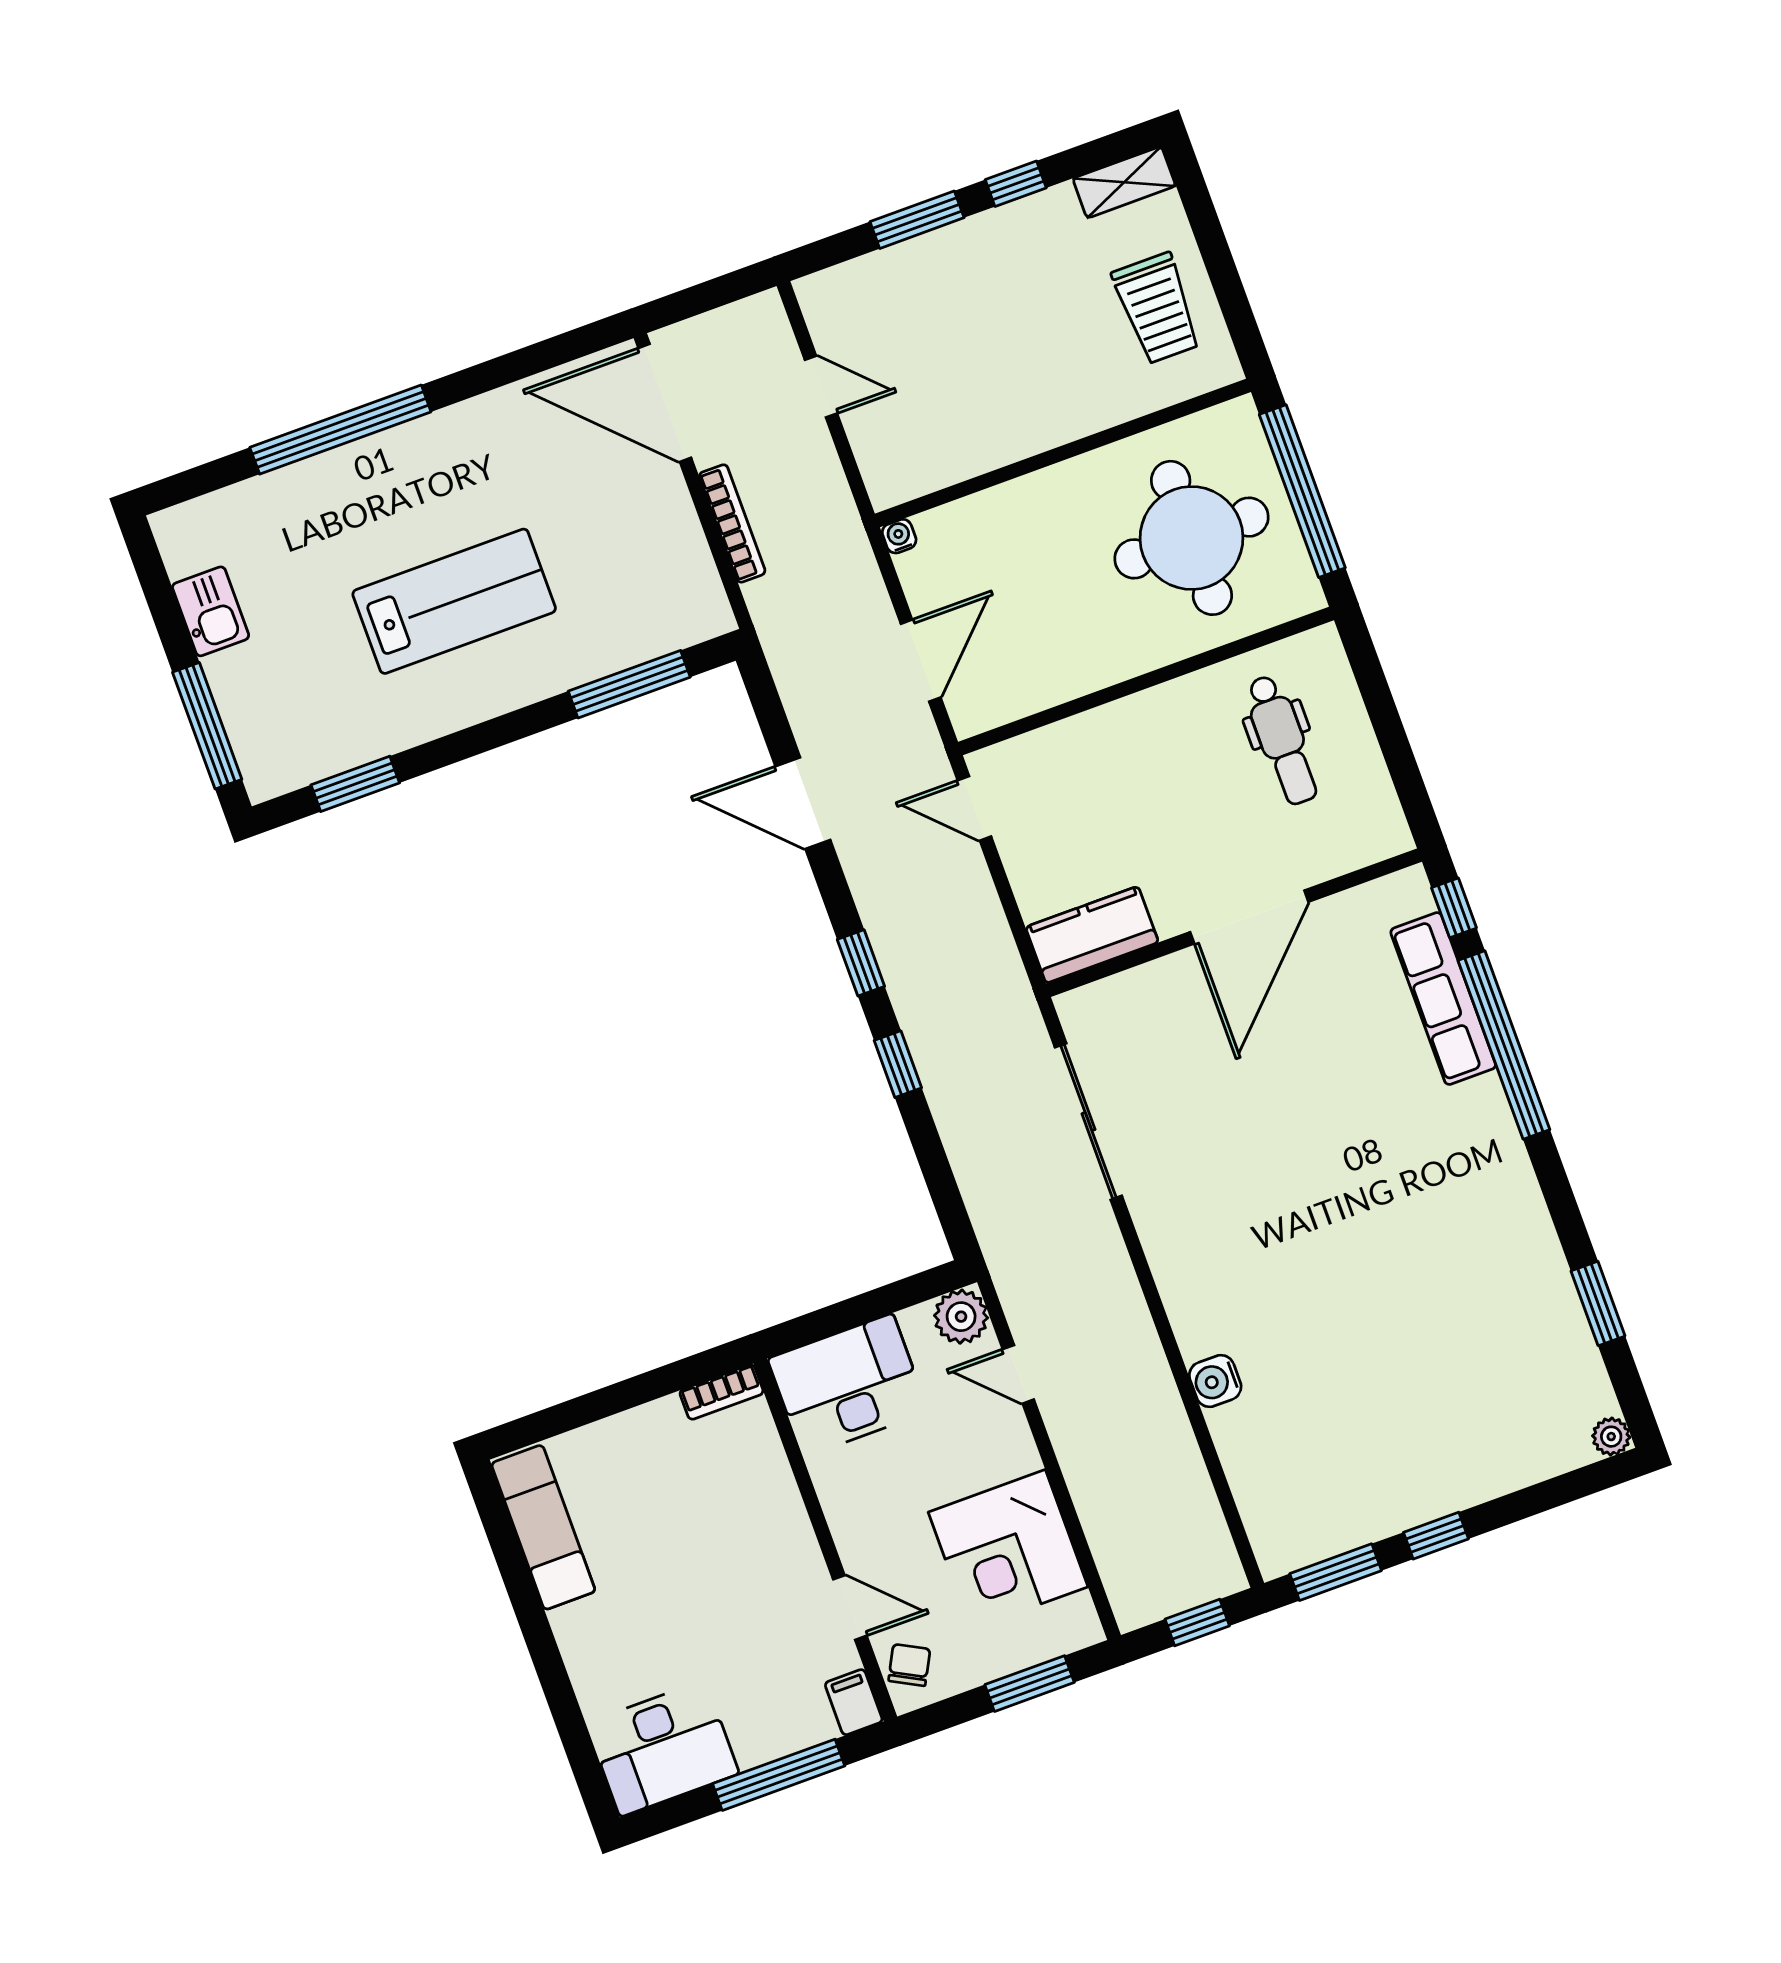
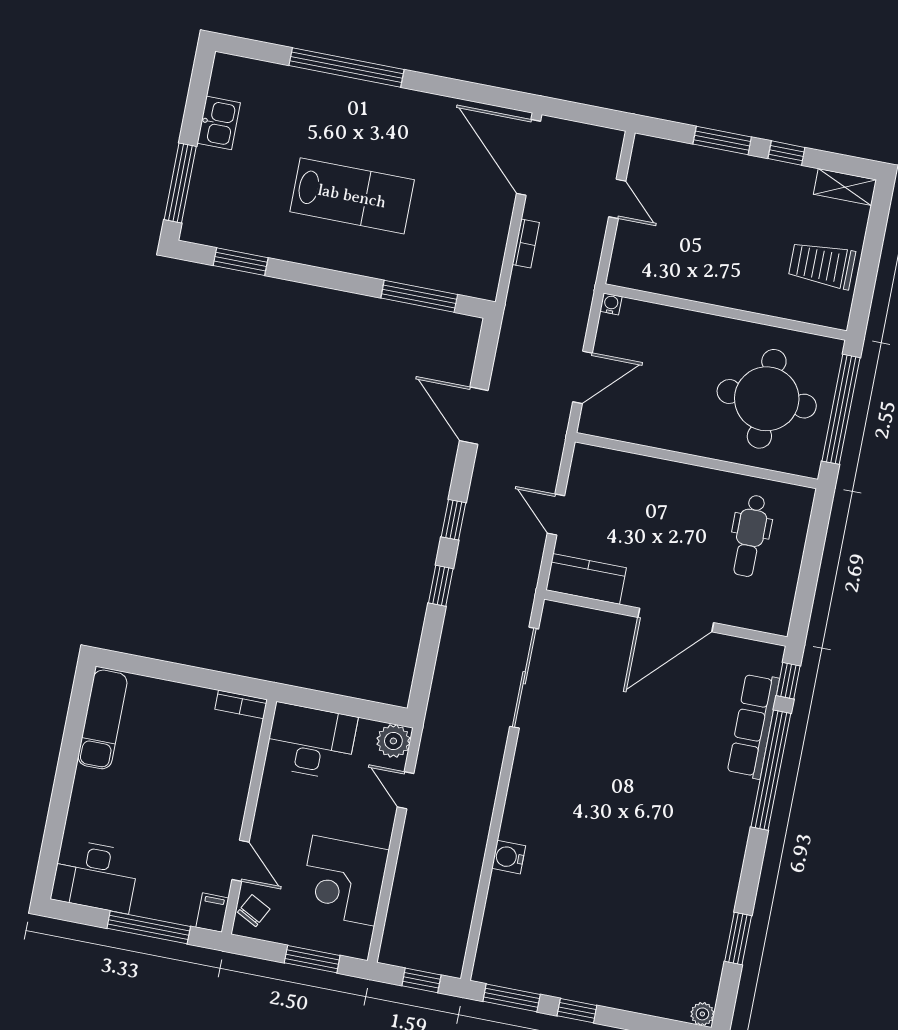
trolley: (1157, 308) -> (822, 265), turned 90
bookcase: (732, 523) -> (526, 244), width x0.64
door: (974, 808) -> (556, 515), moved

